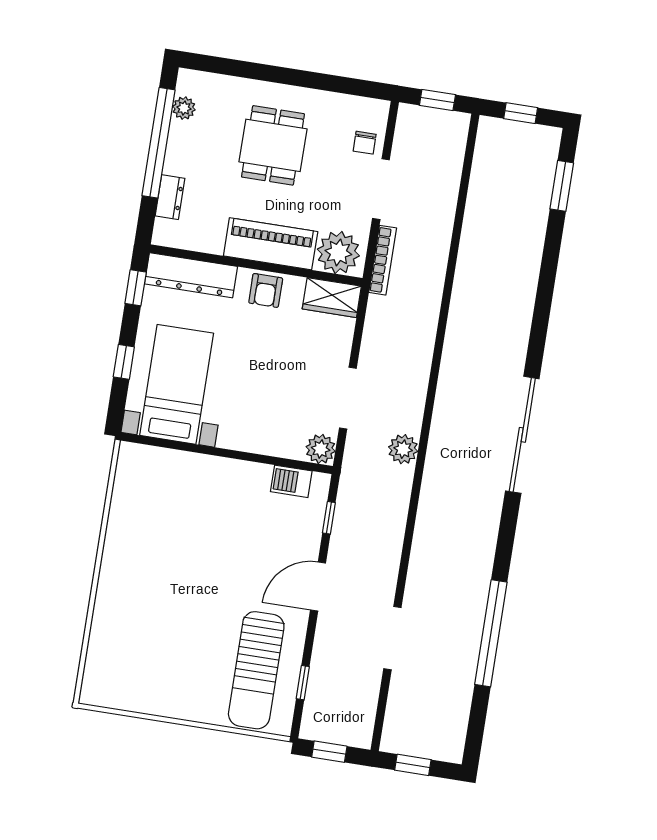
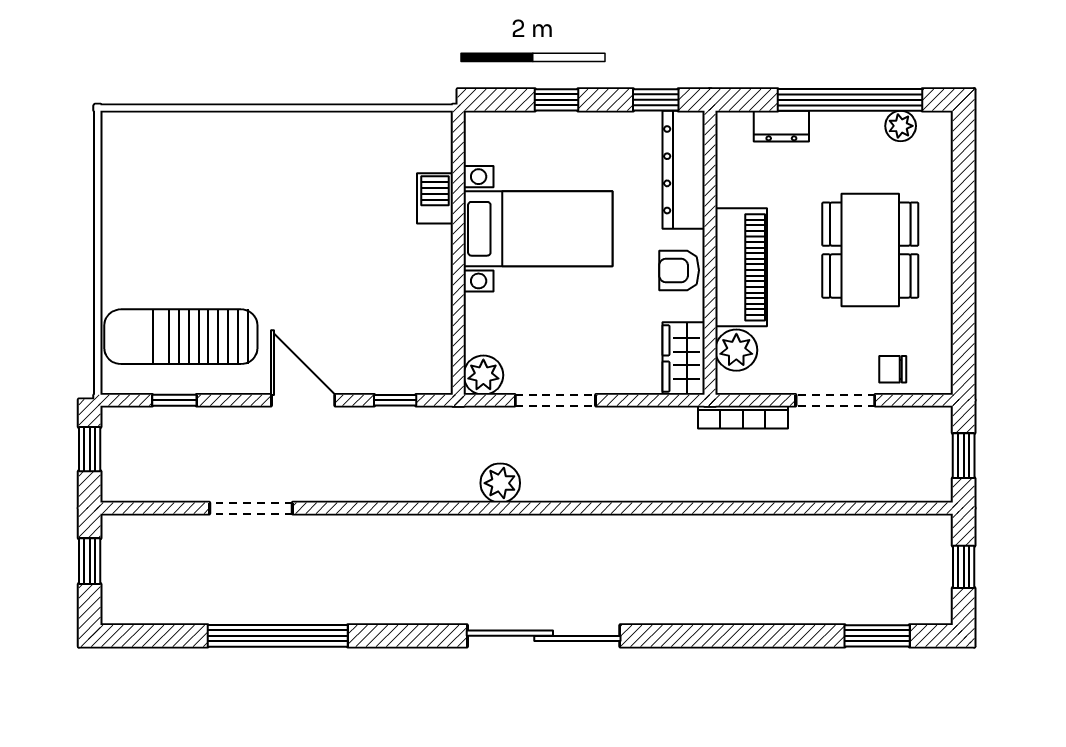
dining table: (273, 145) -> (870, 250), width x1.38
plant: (338, 252) -> (736, 350), width x0.73, depth x0.73
bed with nightstands: (177, 384) -> (538, 229), moved
barbecue: (291, 481) -> (435, 198), moved

